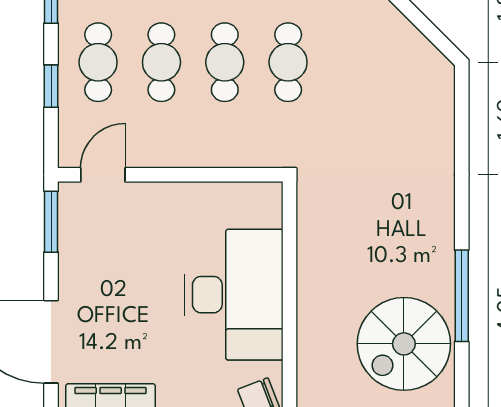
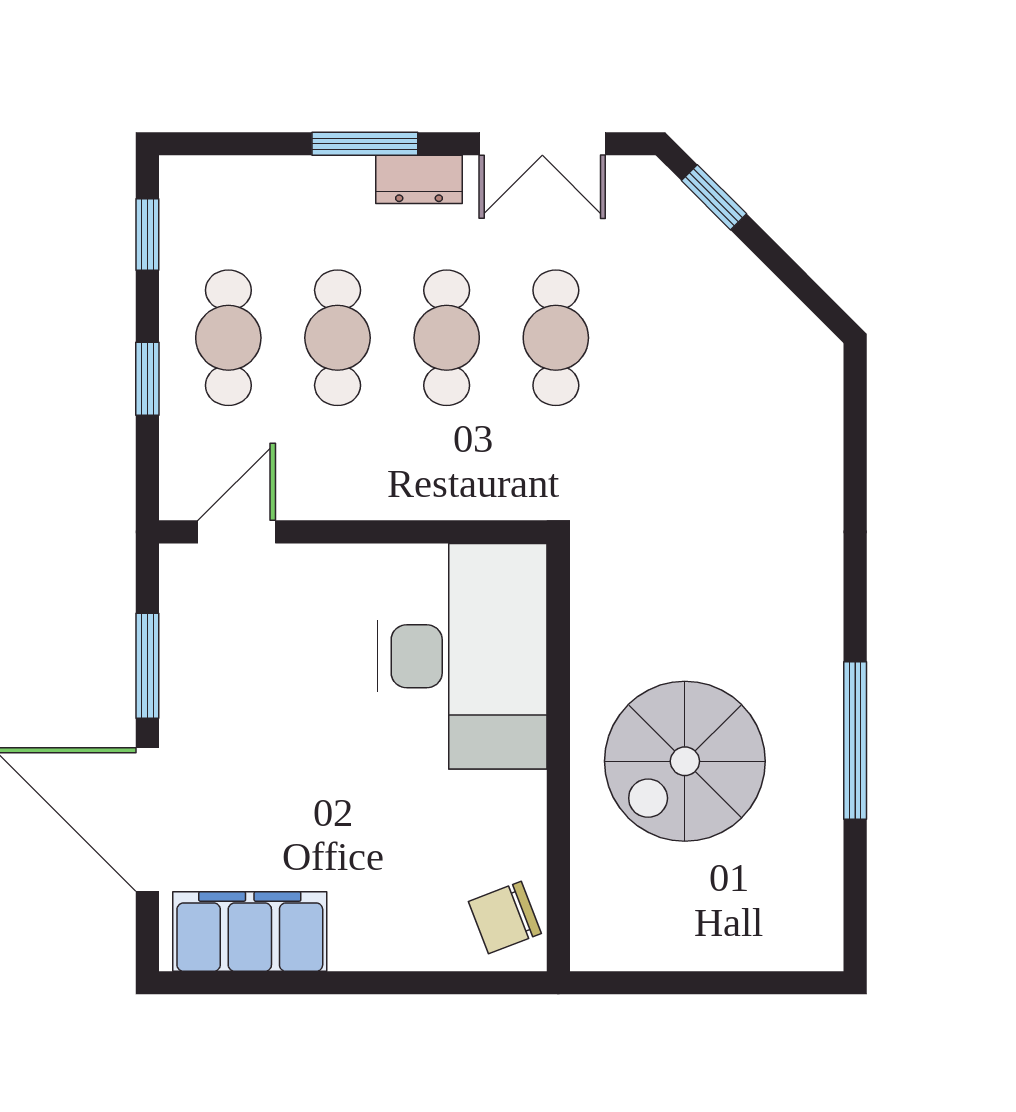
window: (51, 222) -> (147, 666), moved
desk: (234, 295) -> (462, 656), moved
spiral stairs: (404, 344) -> (685, 761), moved

